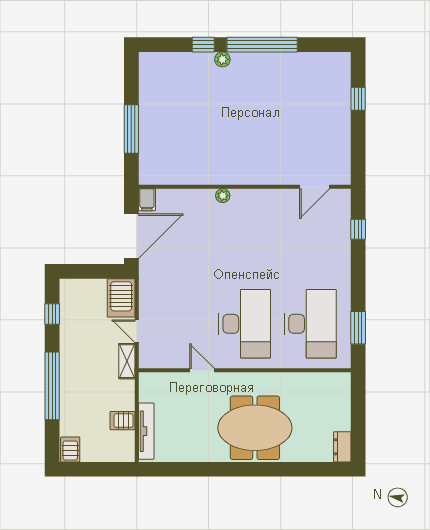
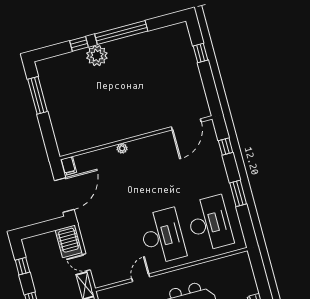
plant: (222, 59) -> (97, 56), width x1.88, depth x1.88
window: (131, 129) -> (38, 95), moved
door: (315, 187) -> (186, 124), width x1.36
window: (358, 328) -> (238, 193), moved
door: (202, 370) -> (141, 278), hinge flipped

